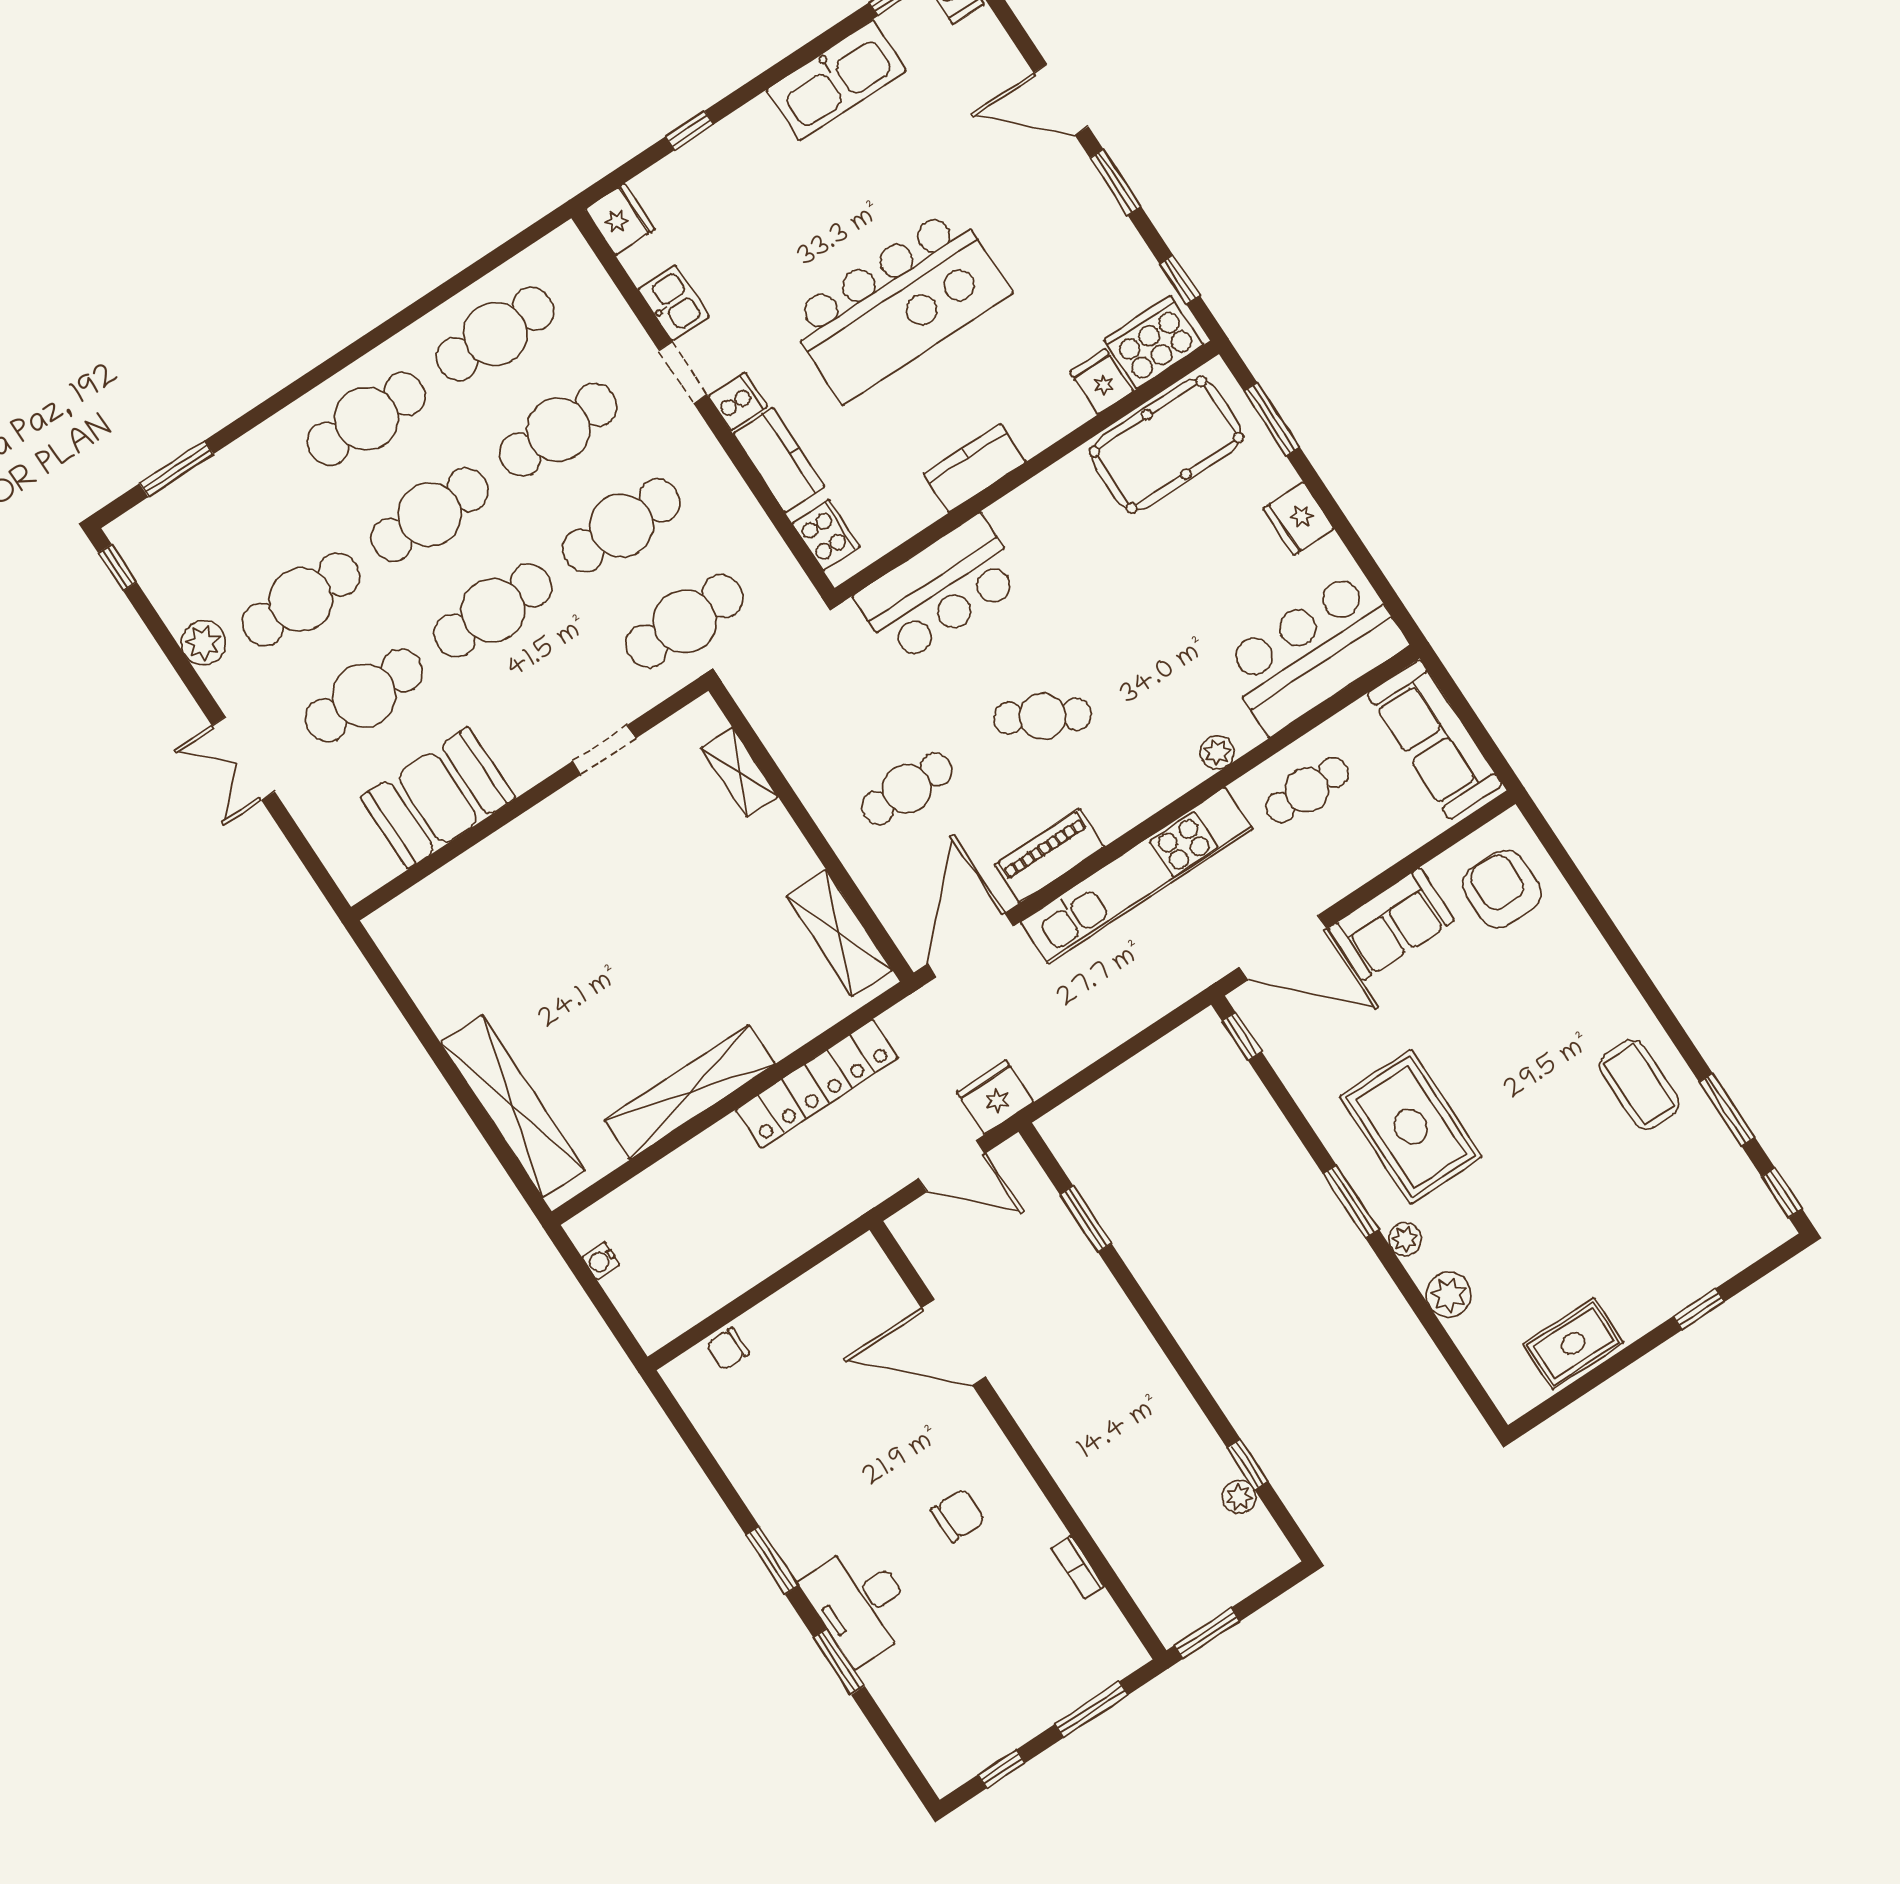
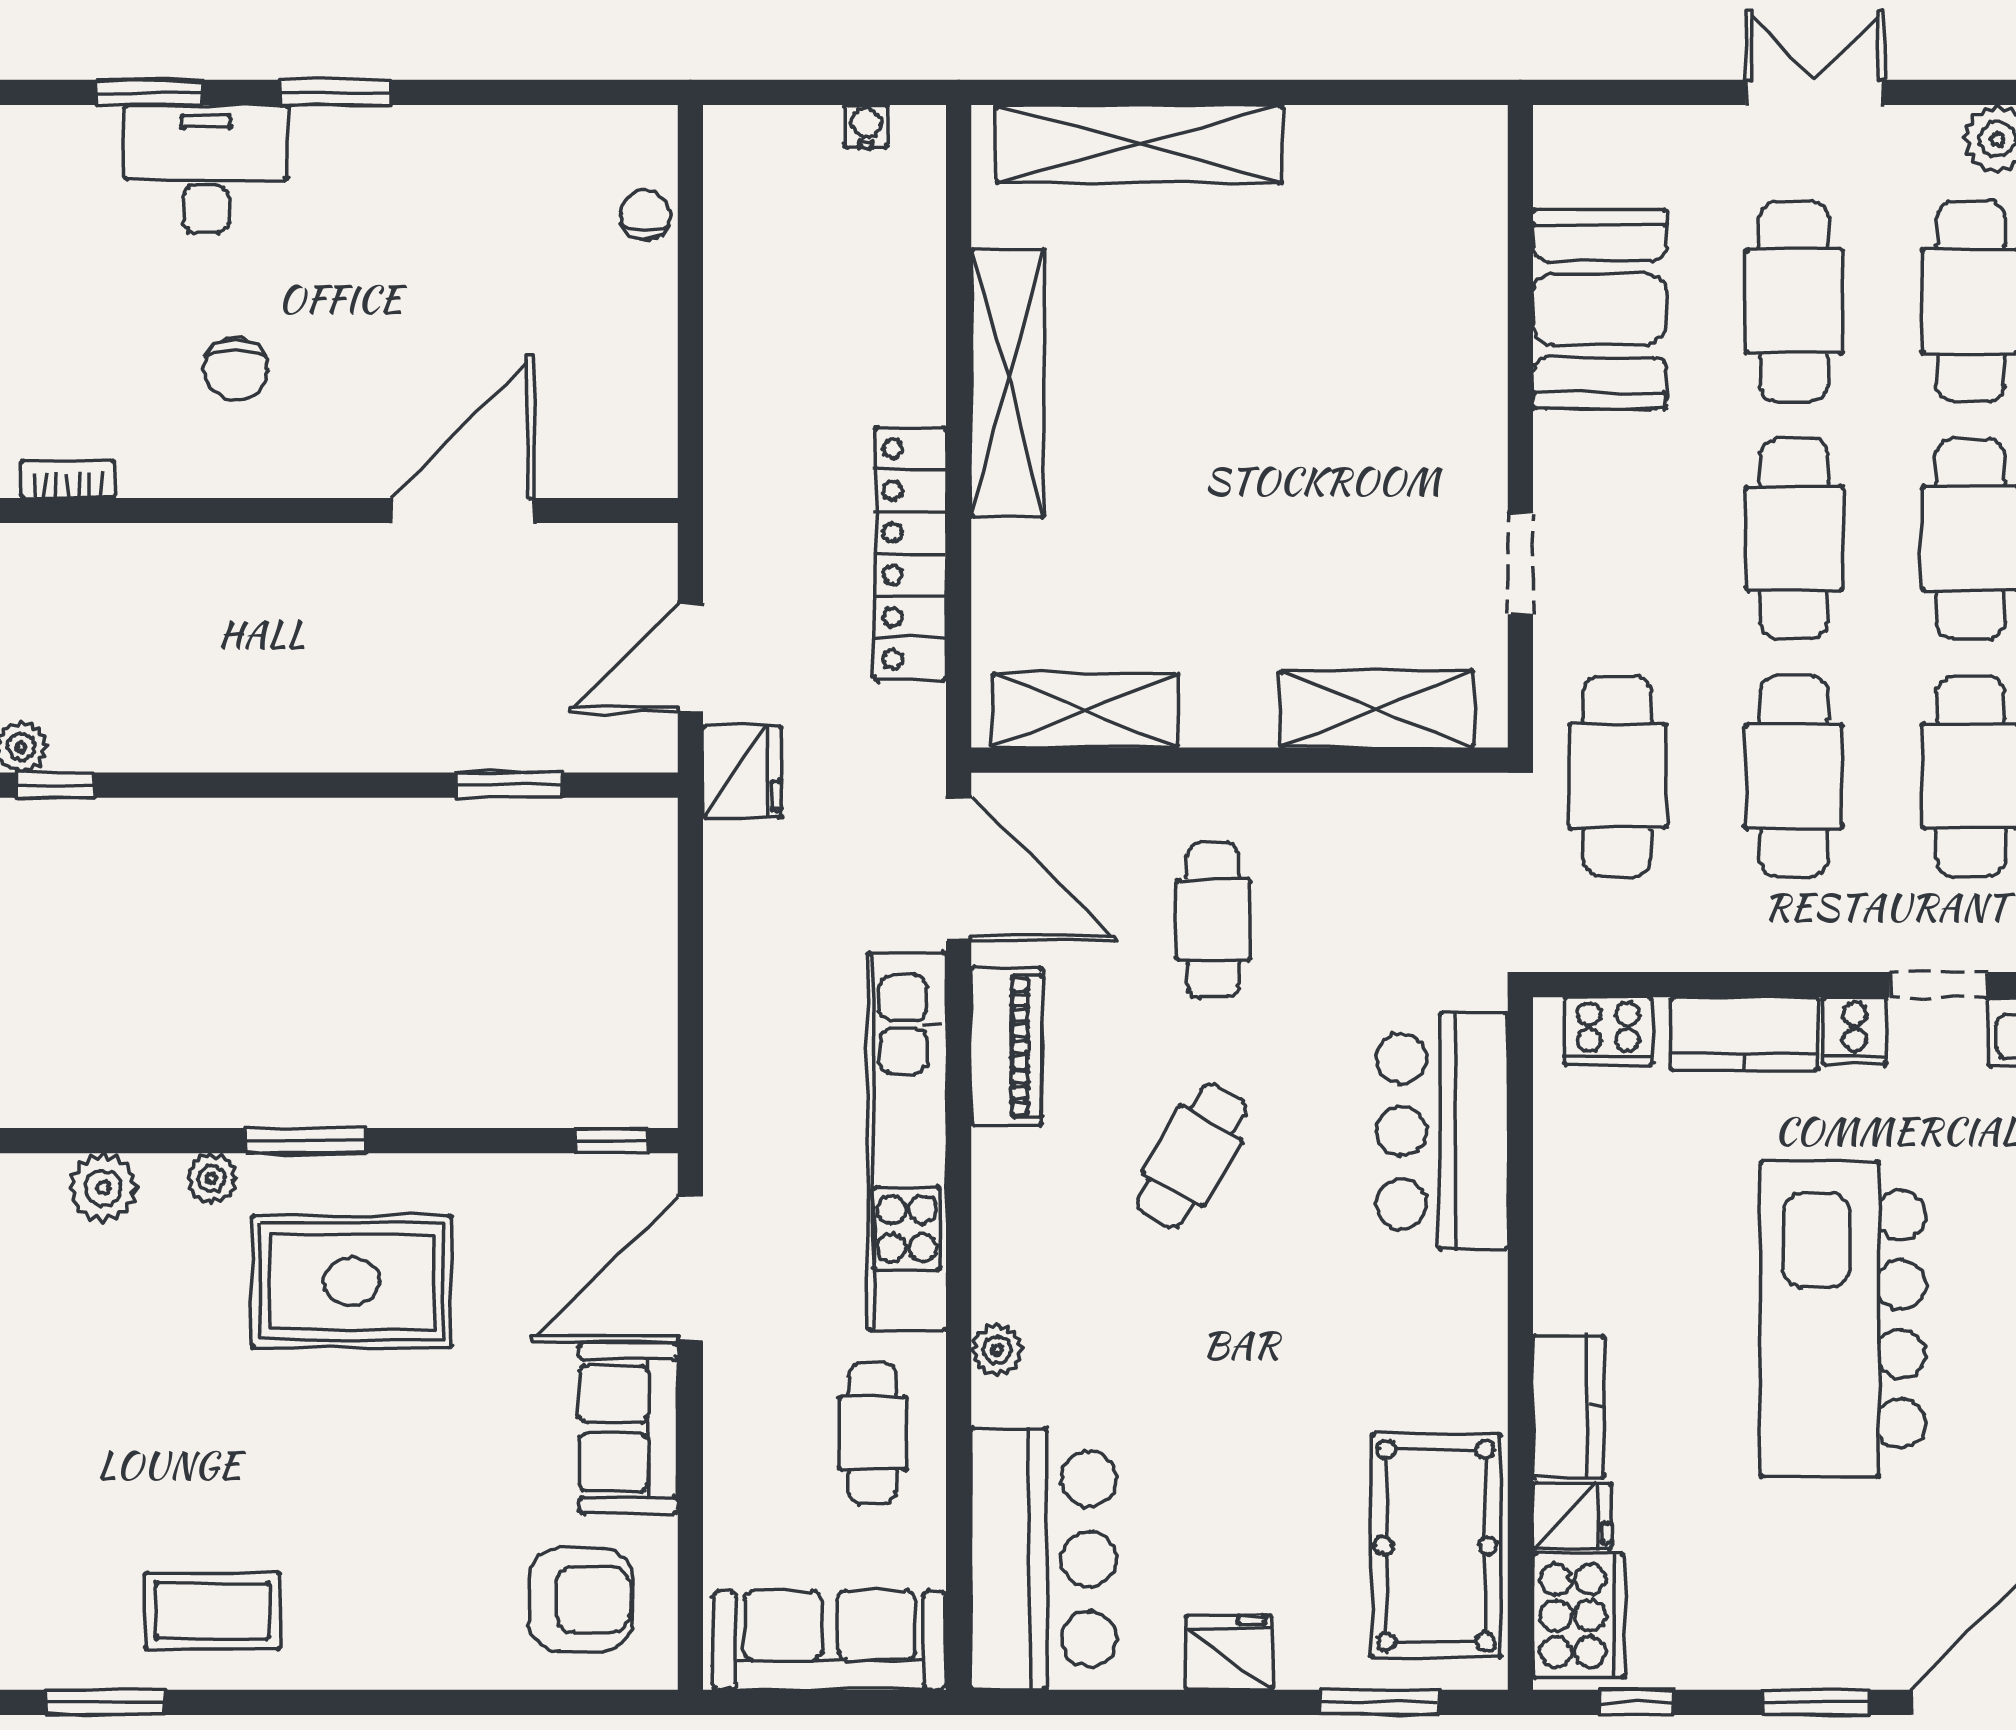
kitchen counter: (975, 468) -> (1568, 1406), moved
shelving: (739, 772) -> (1377, 709), width x1.50, depth x1.33

